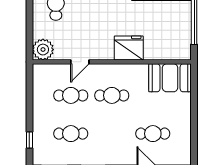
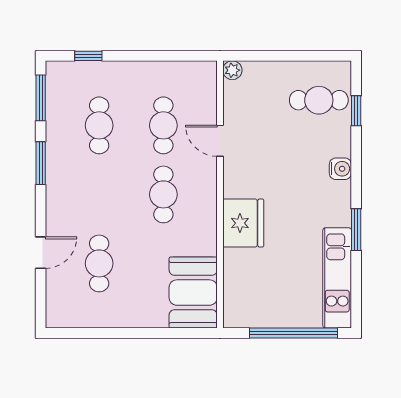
plant: (43, 50) -> (232, 70), width x0.53, depth x0.53

